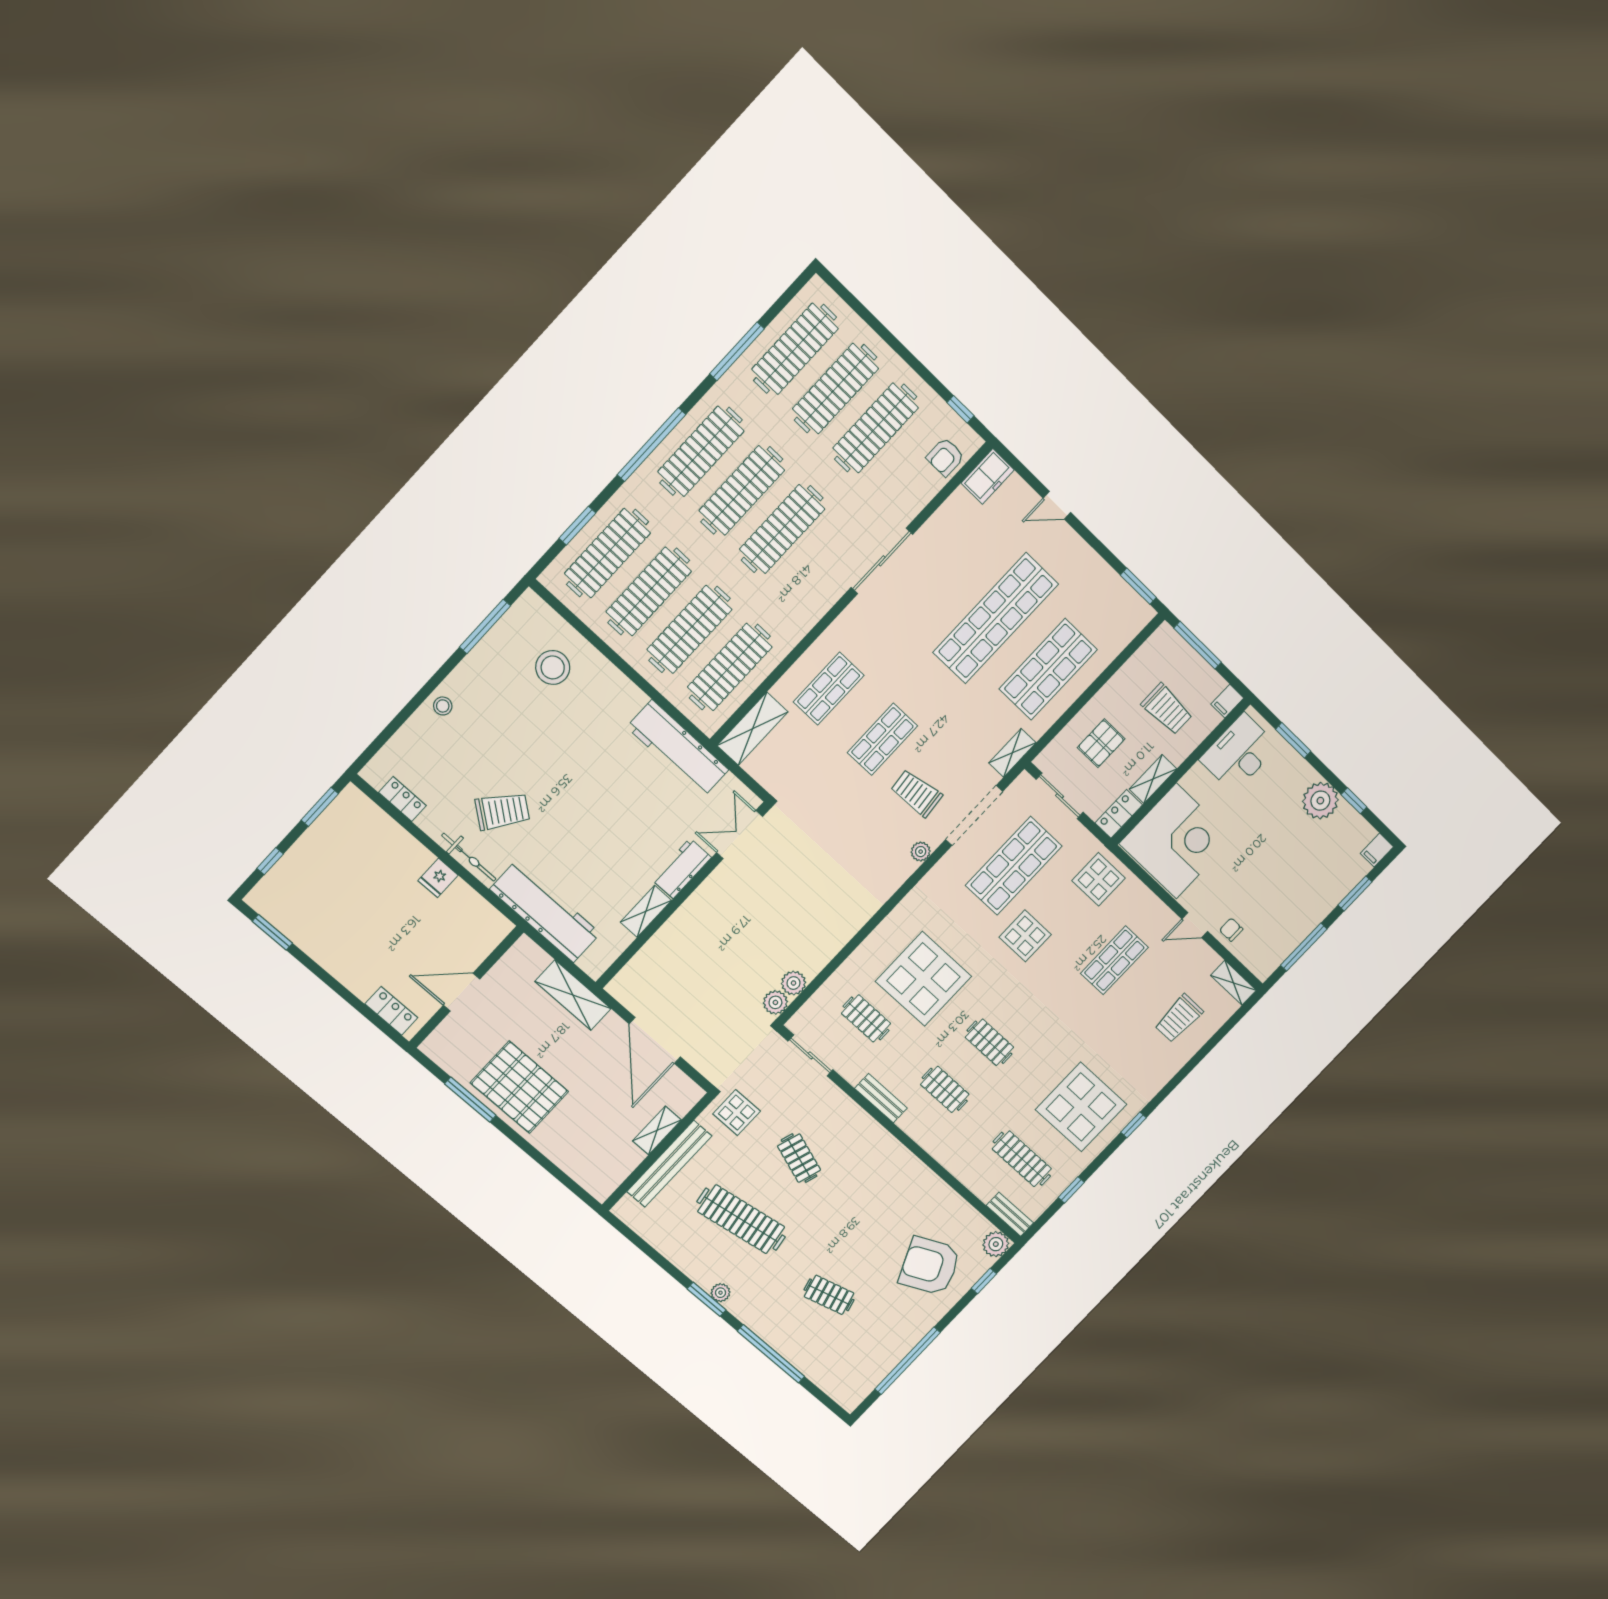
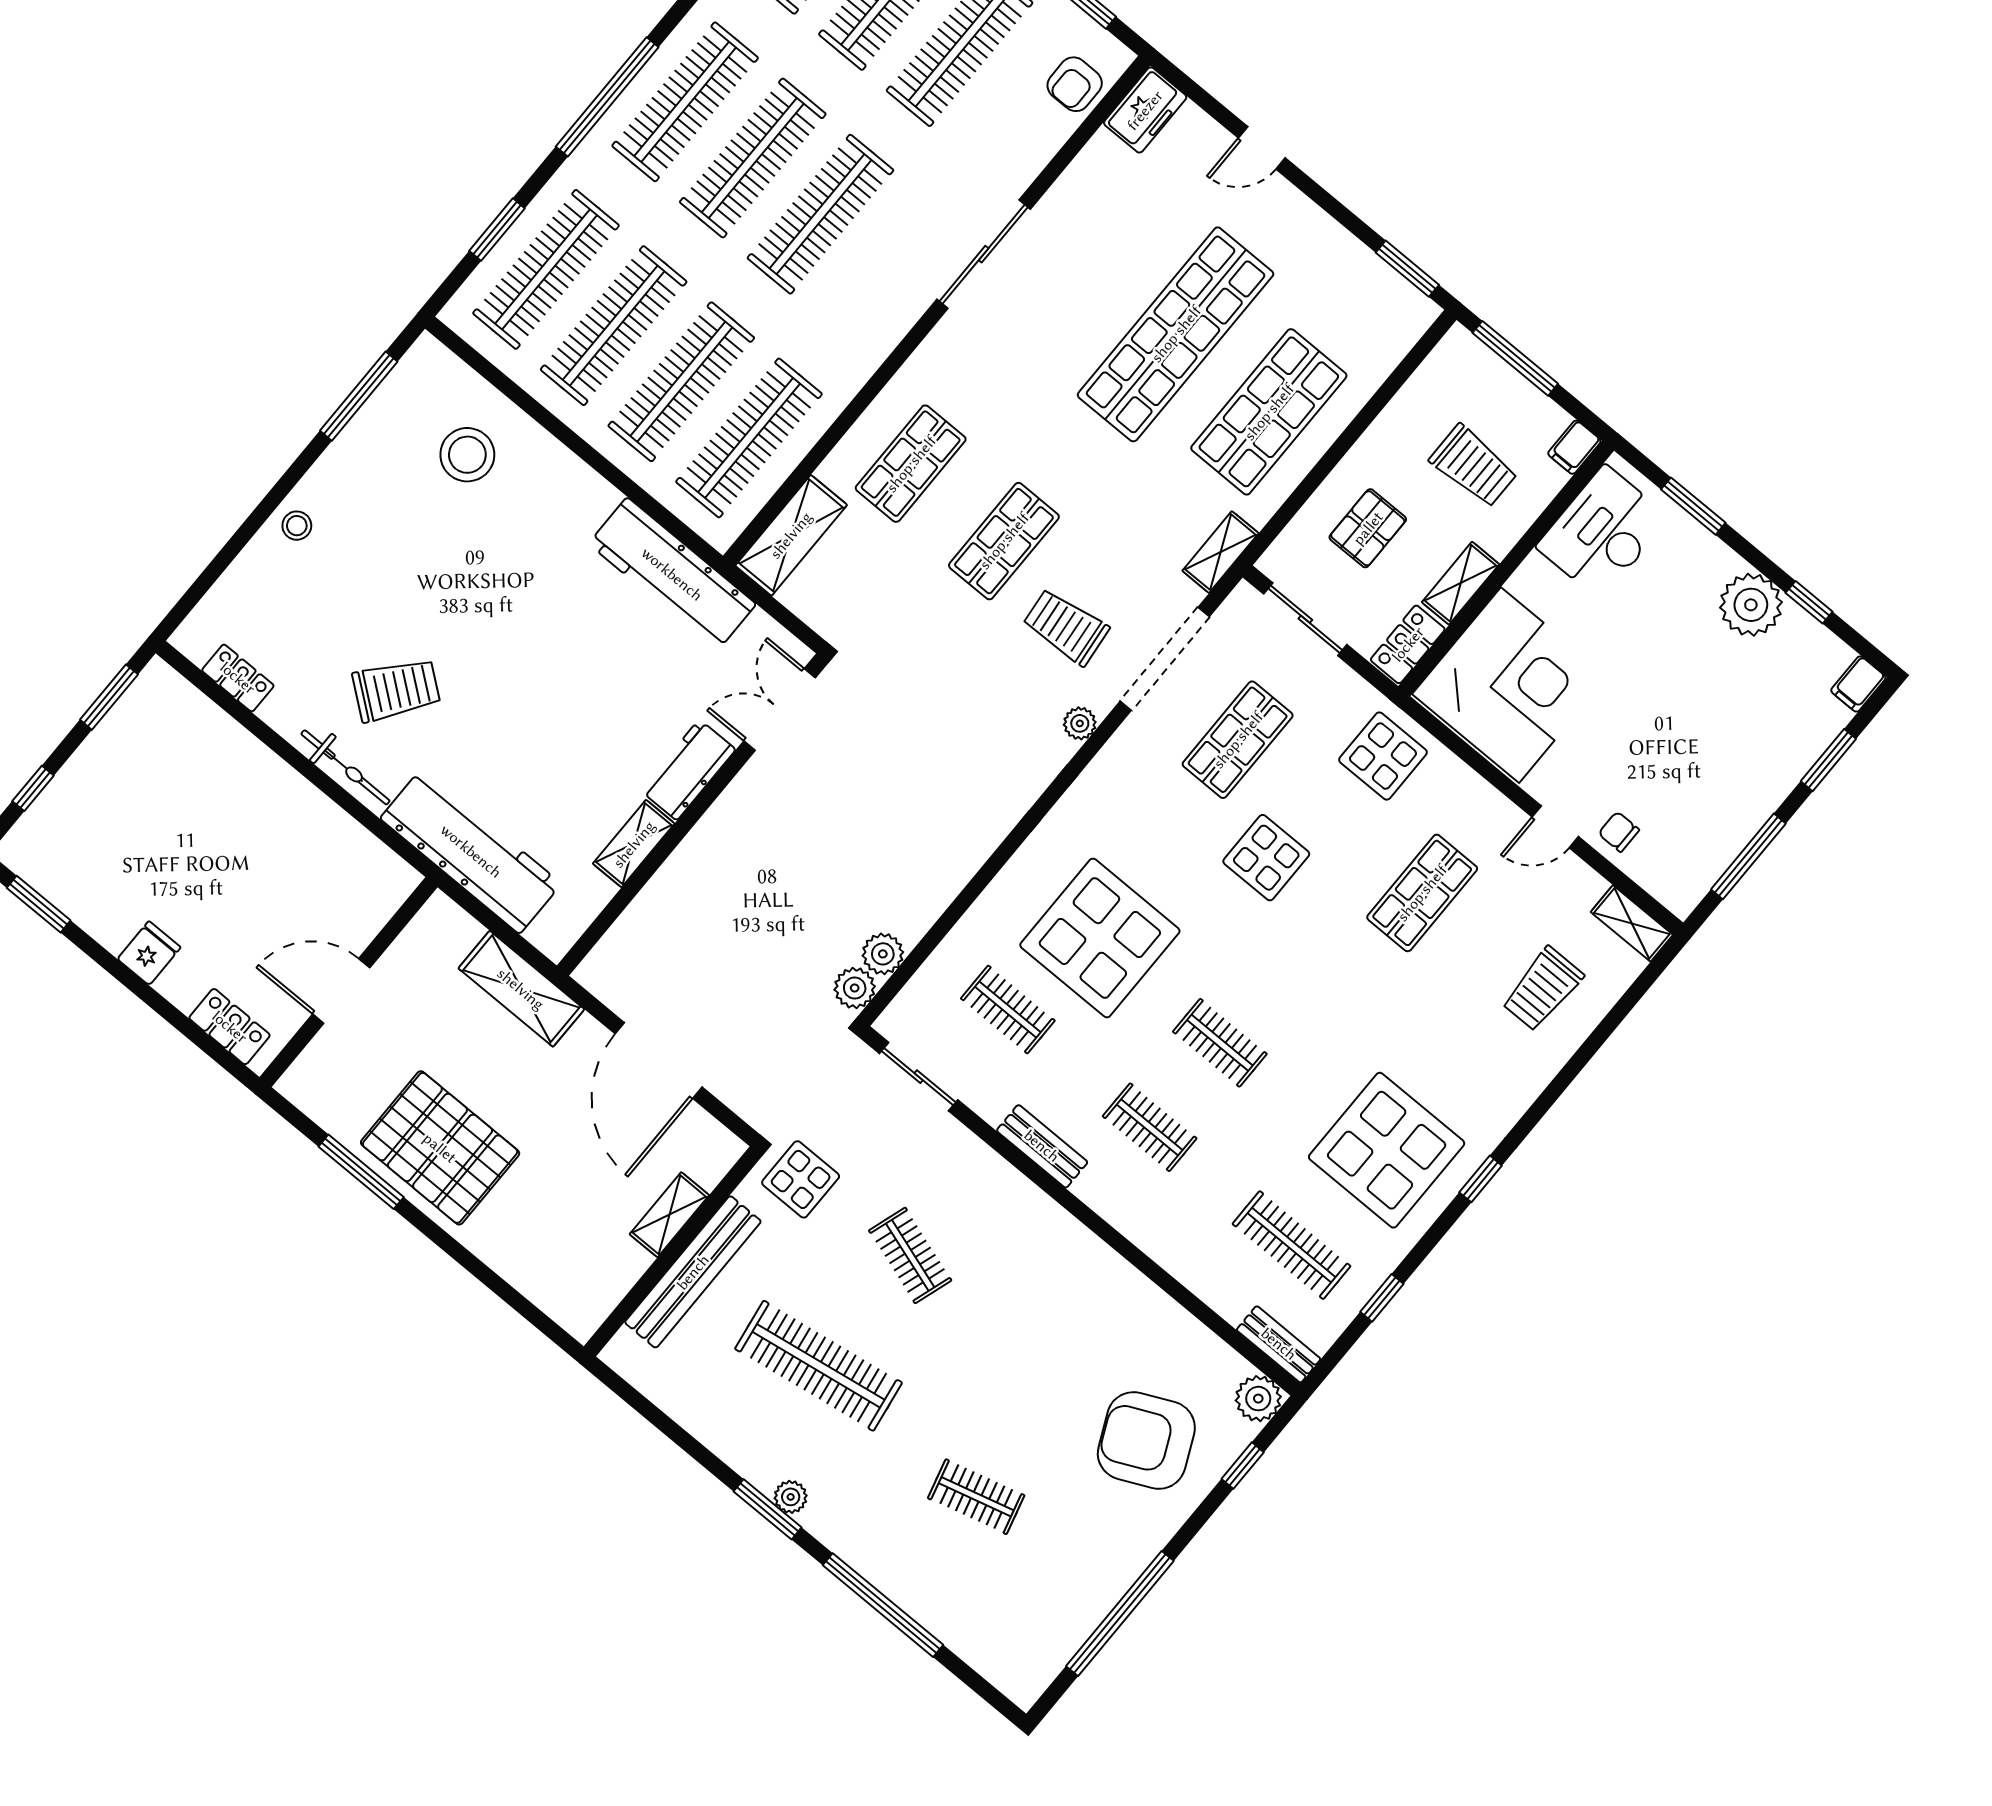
shop shelf: (1014, 866) -> (1238, 740), width x0.70, depth x0.74
fridge: (438, 878) -> (149, 953), moved, turned 180

